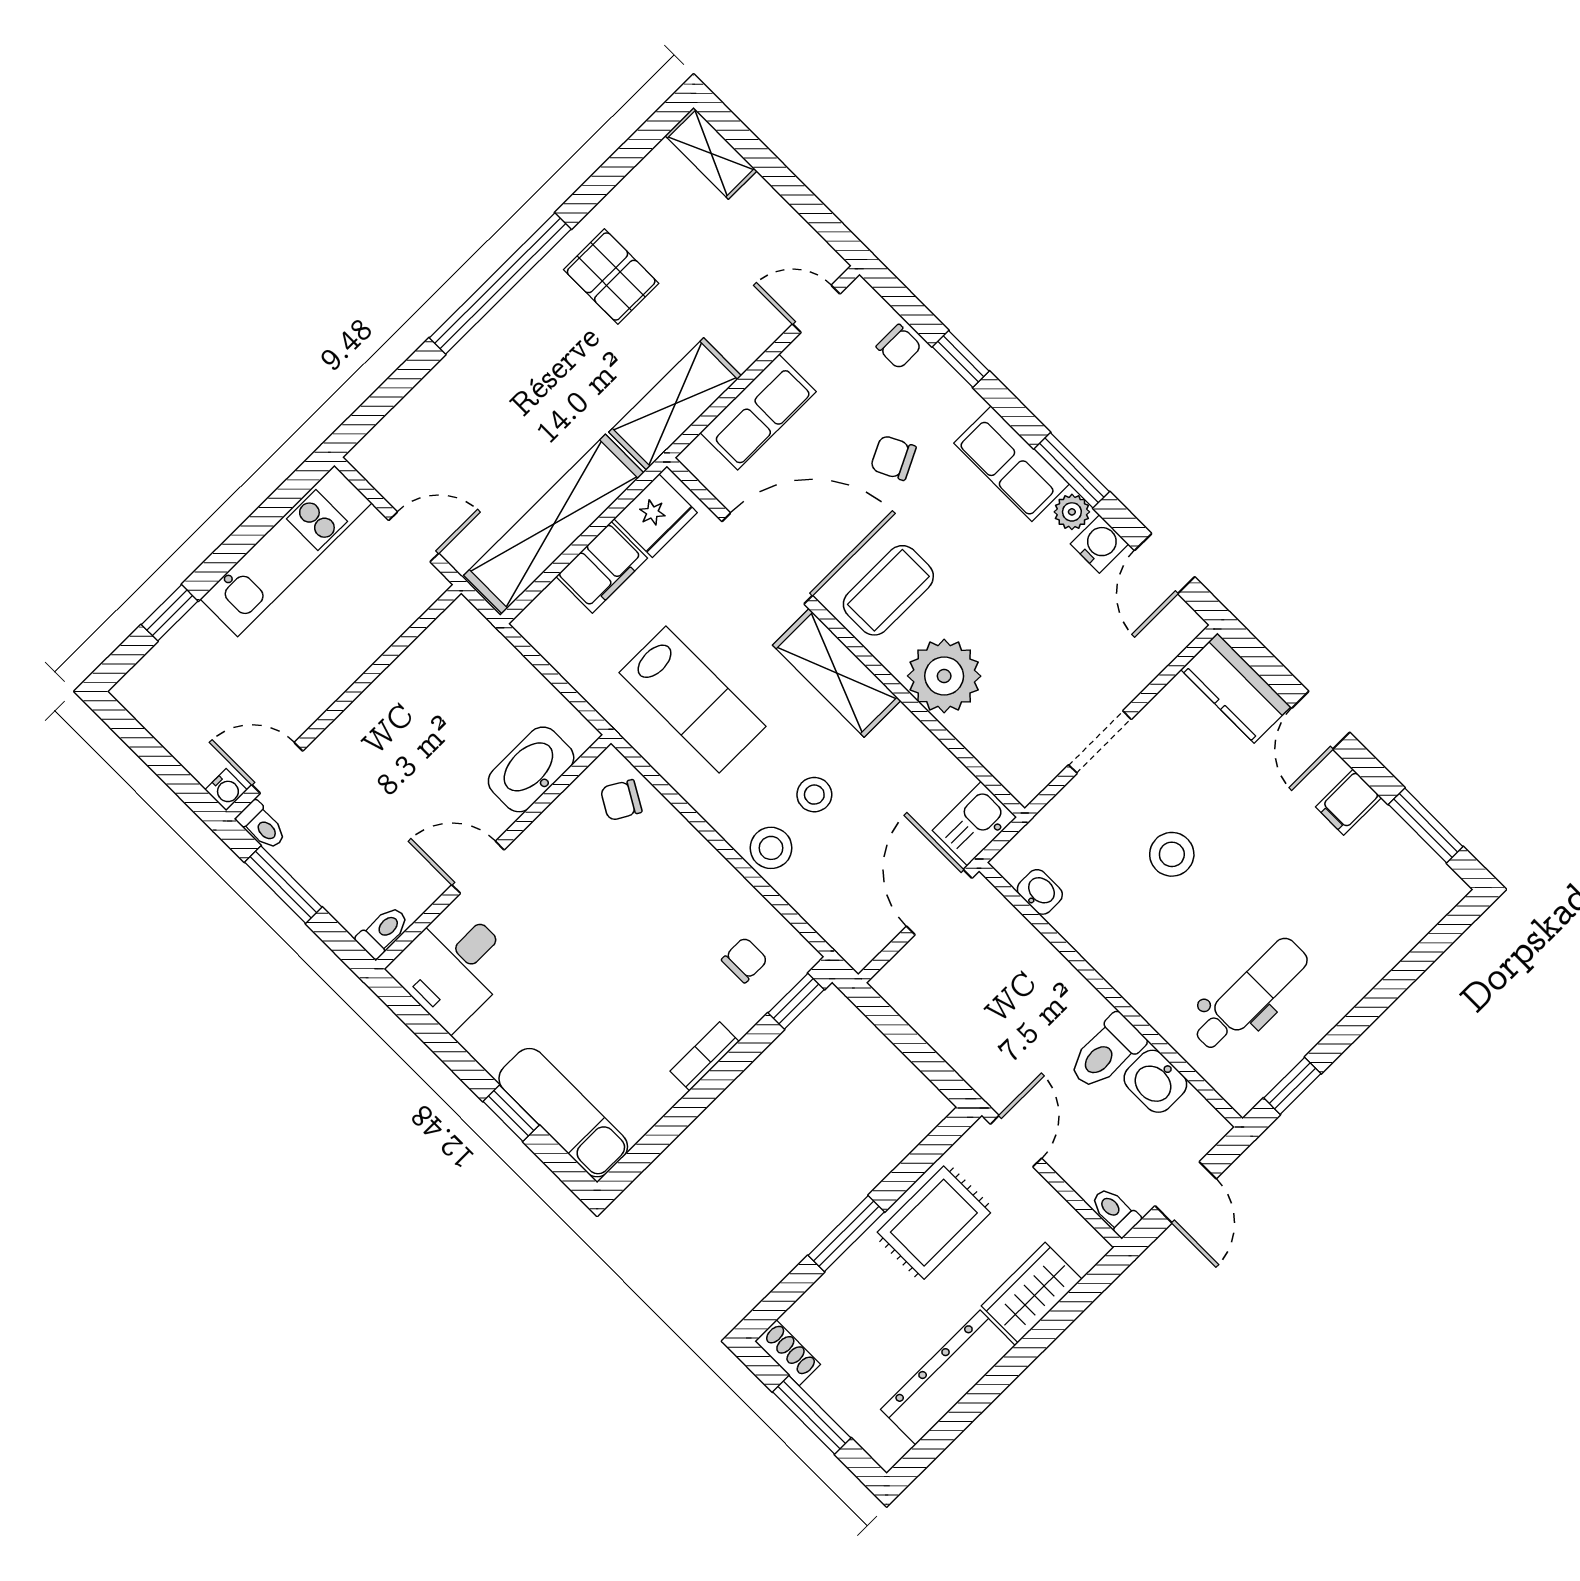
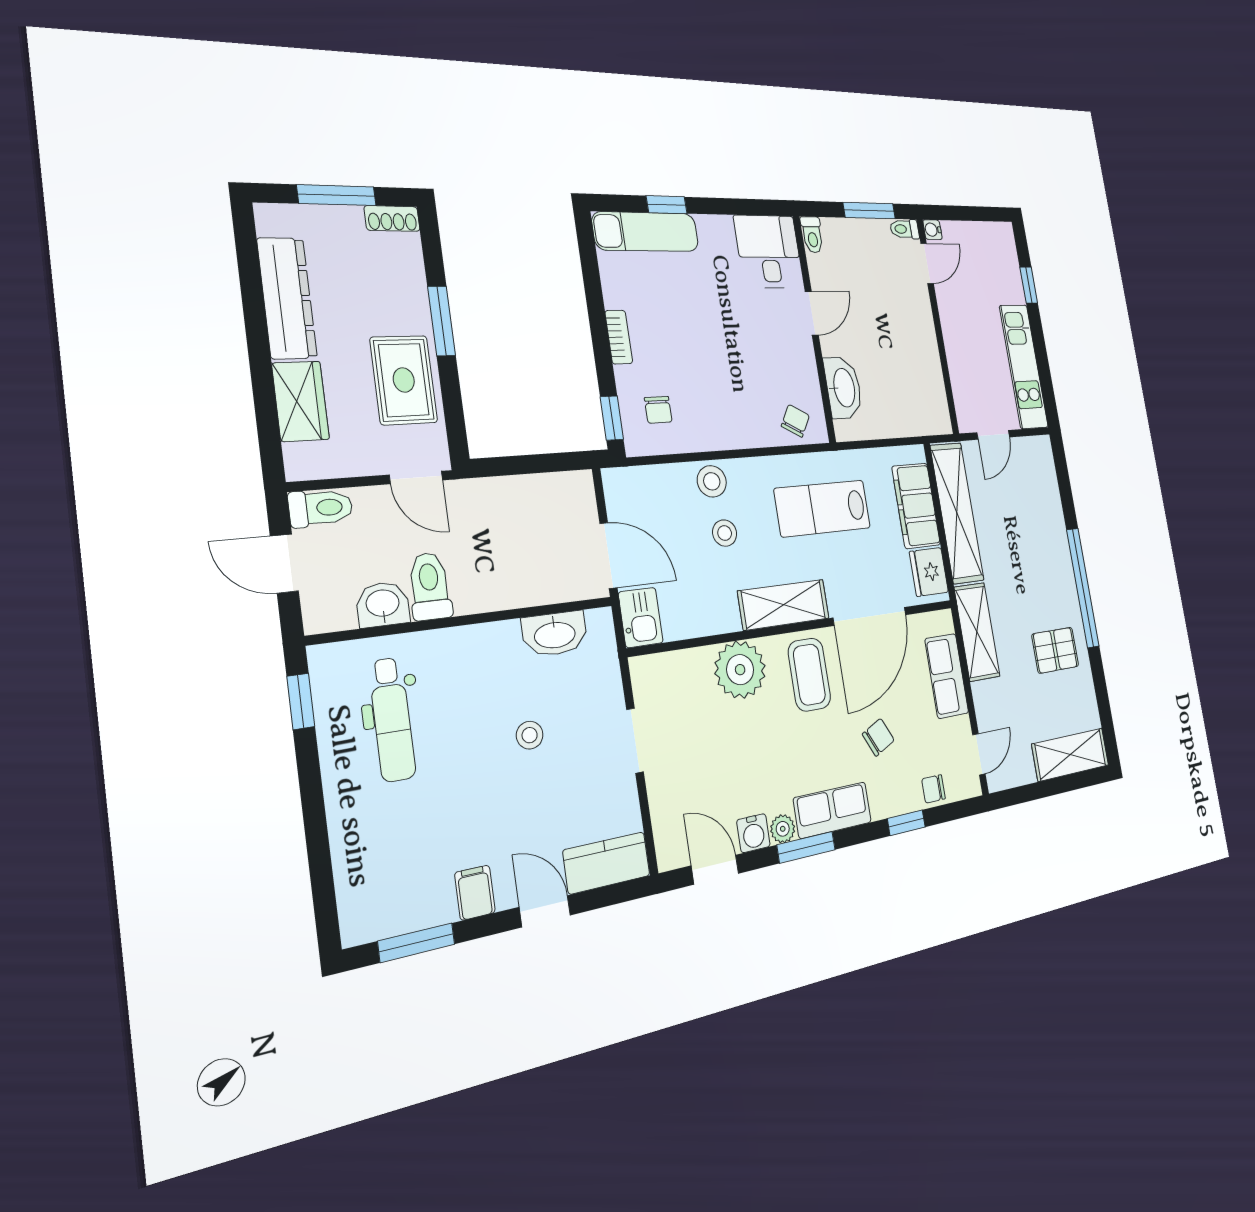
shelving: (711, 153) -> (1070, 755), width x1.50, depth x1.33
filing cabinet: (602, 567) -> (916, 506), width x1.50, depth x1.17
stool: (1172, 854) -> (530, 735), width x0.73, depth x0.73
washbasin: (1040, 892) -> (555, 634), width x1.91, depth x1.45
toilet: (1115, 1212) -> (321, 508), width x1.37, depth x1.39

